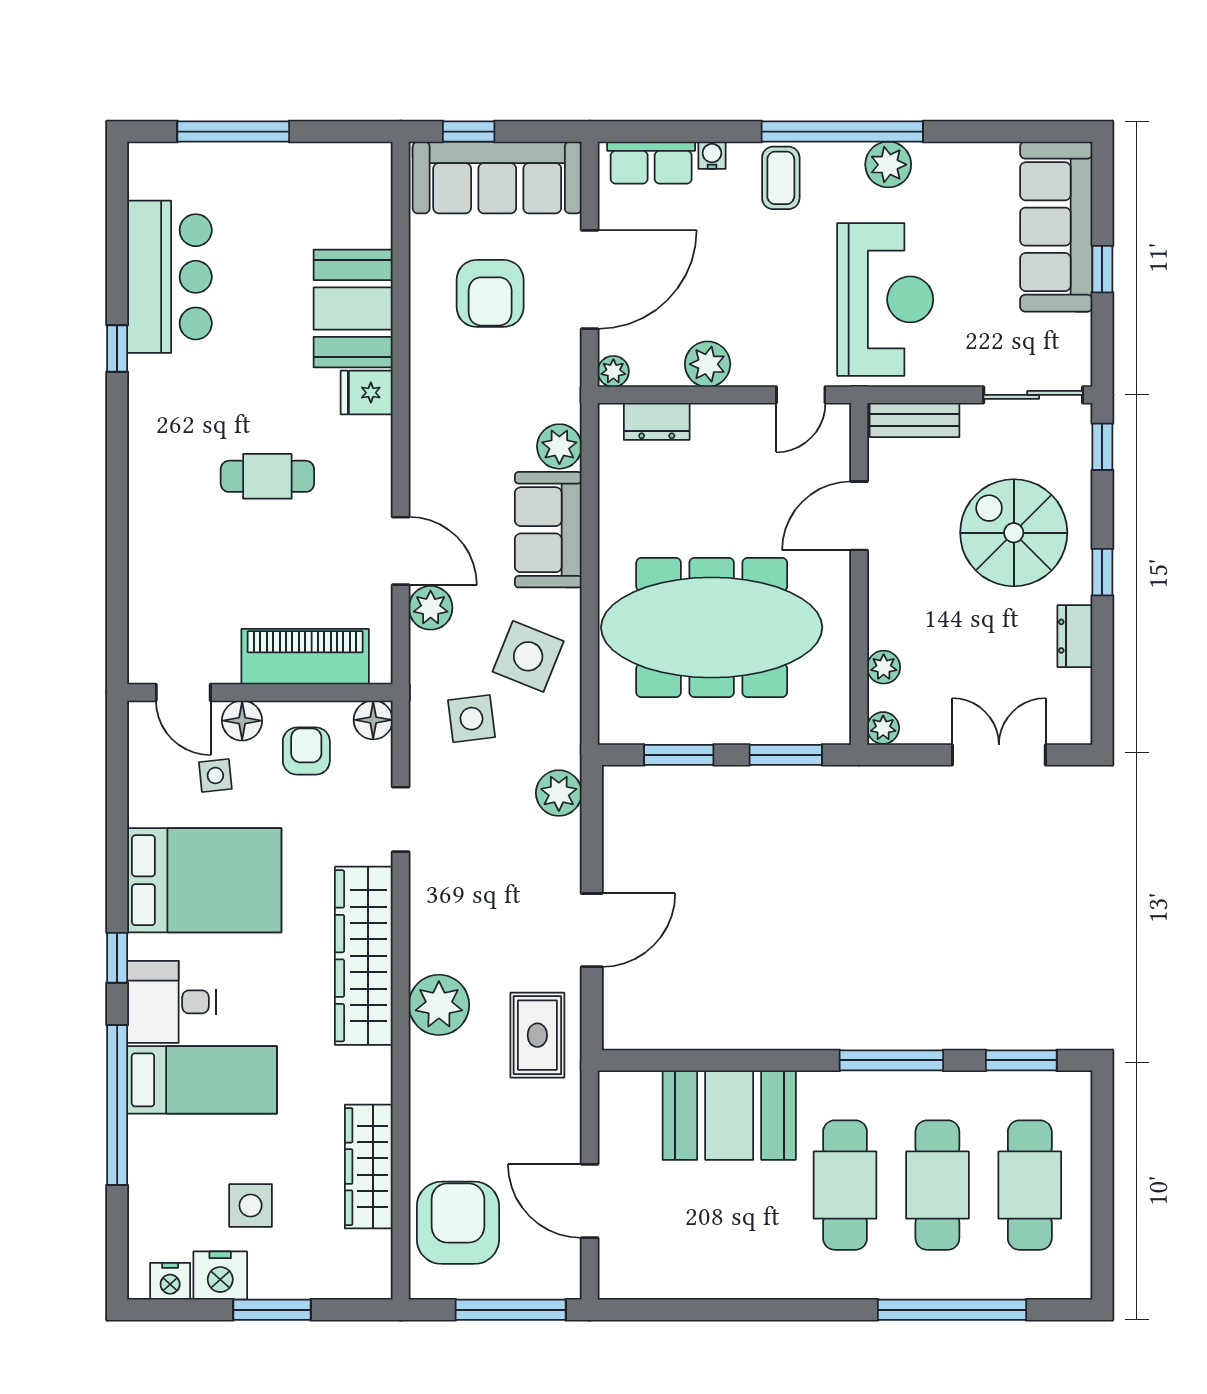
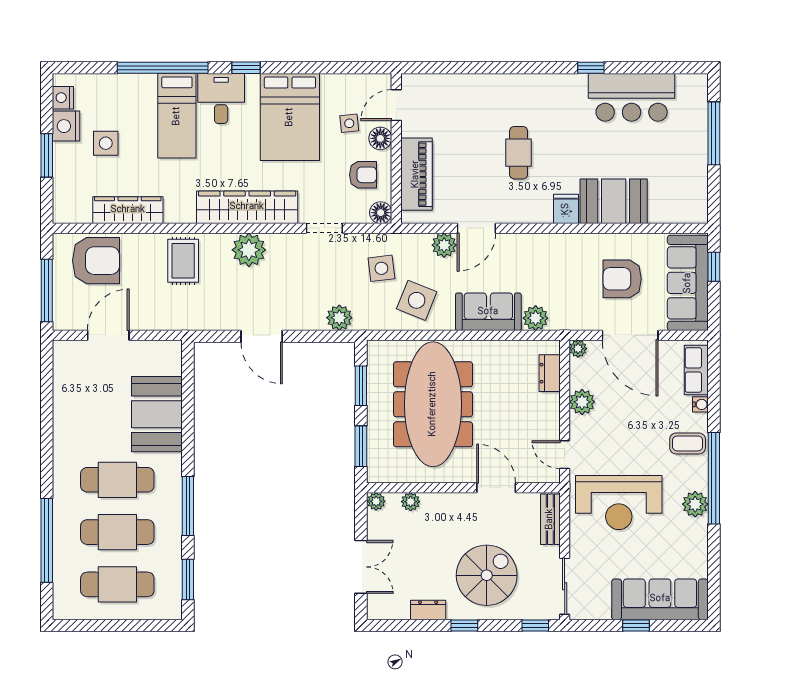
plant: (439, 1005) -> (249, 250), moved
rug: (537, 1035) -> (183, 261), moved, turned 90

